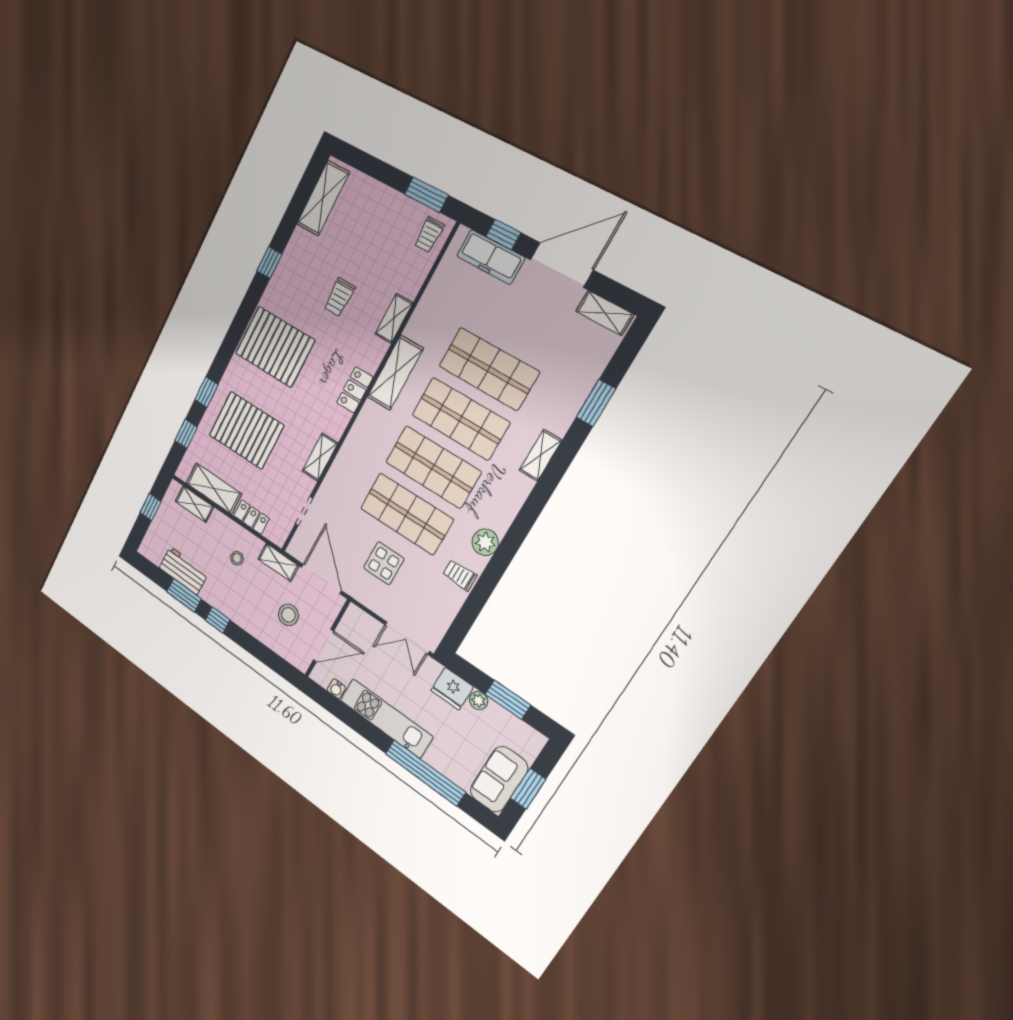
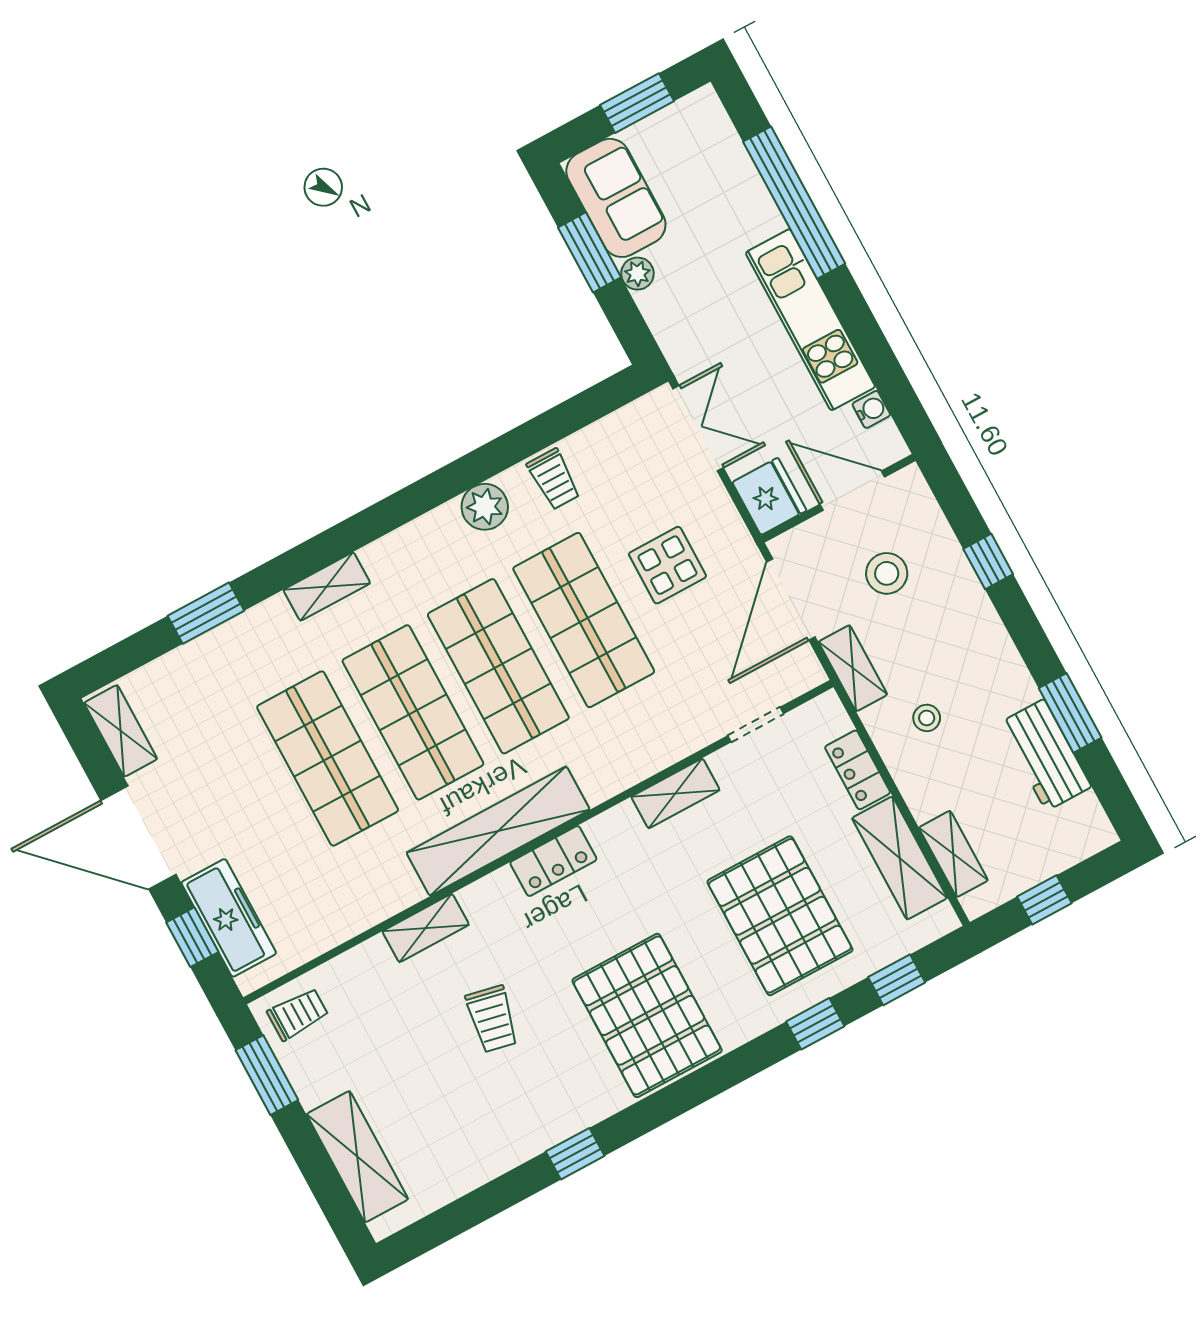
shelving: (323, 198) -> (357, 1157), moved, turned 90
trolley: (339, 297) -> (492, 1019), turned 102
shelving: (395, 373) -> (498, 831), width x1.47
window: (218, 620) -> (988, 561), moved
fridge: (452, 689) -> (769, 496), moved
sofa: (499, 779) -> (616, 198), moved, turned -90

